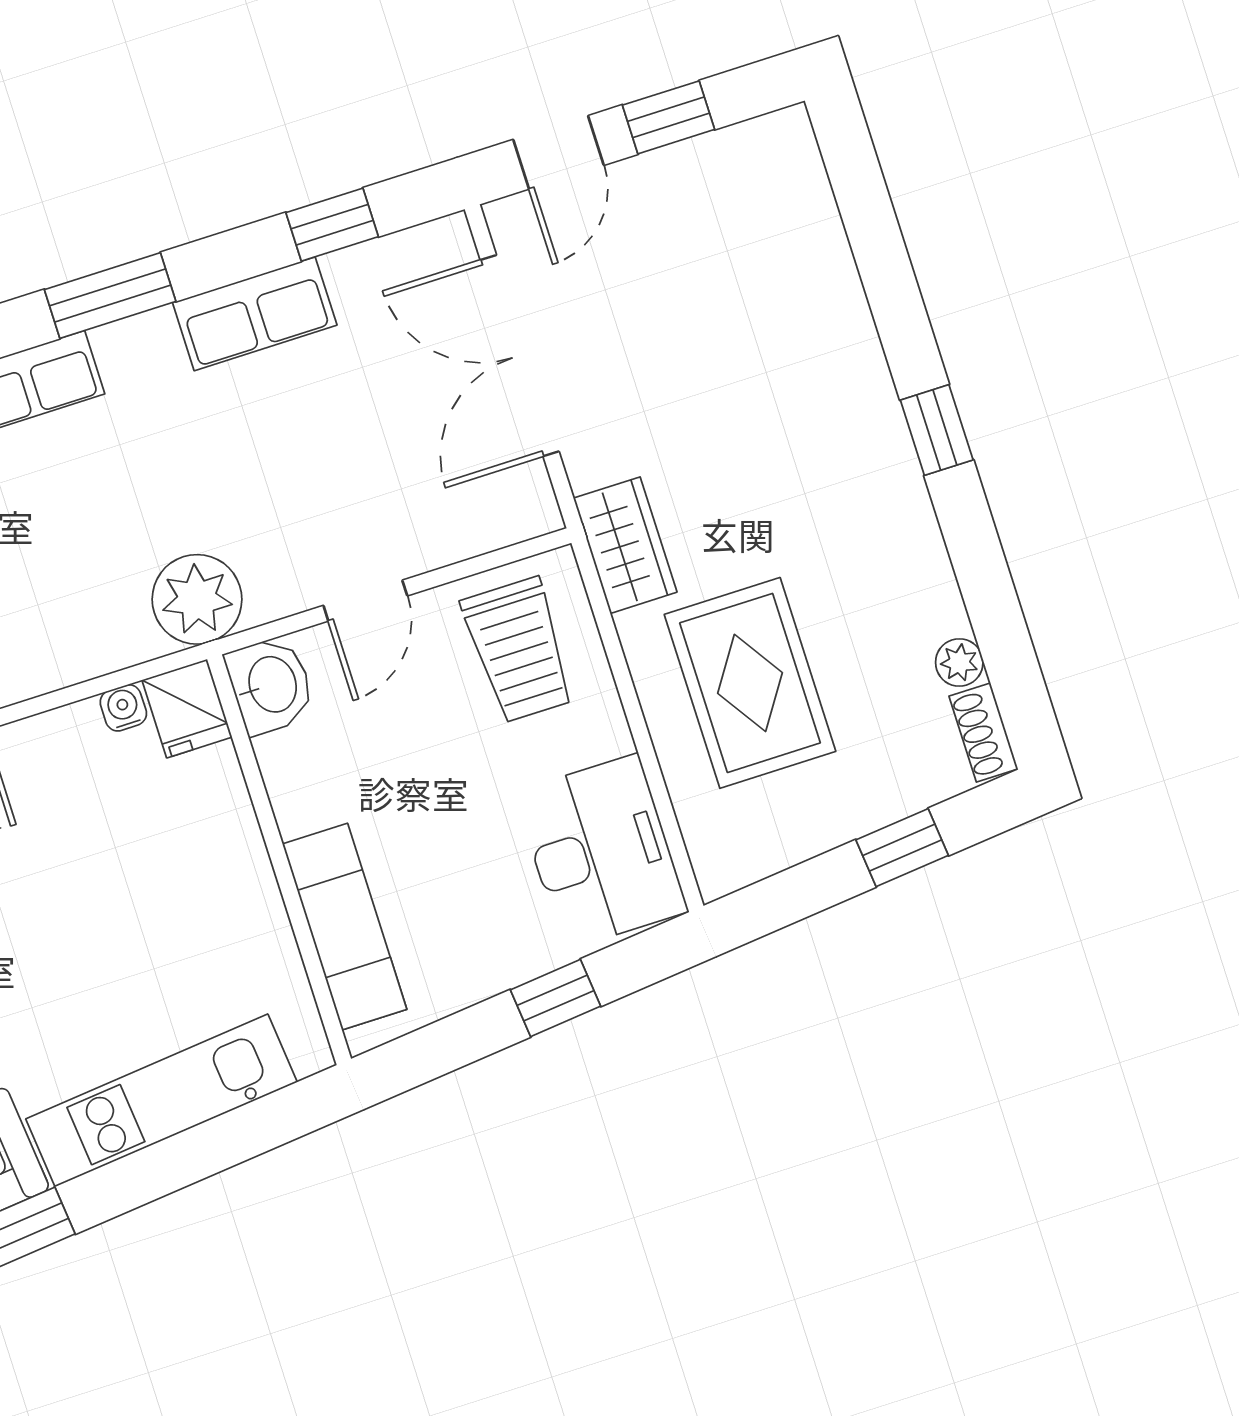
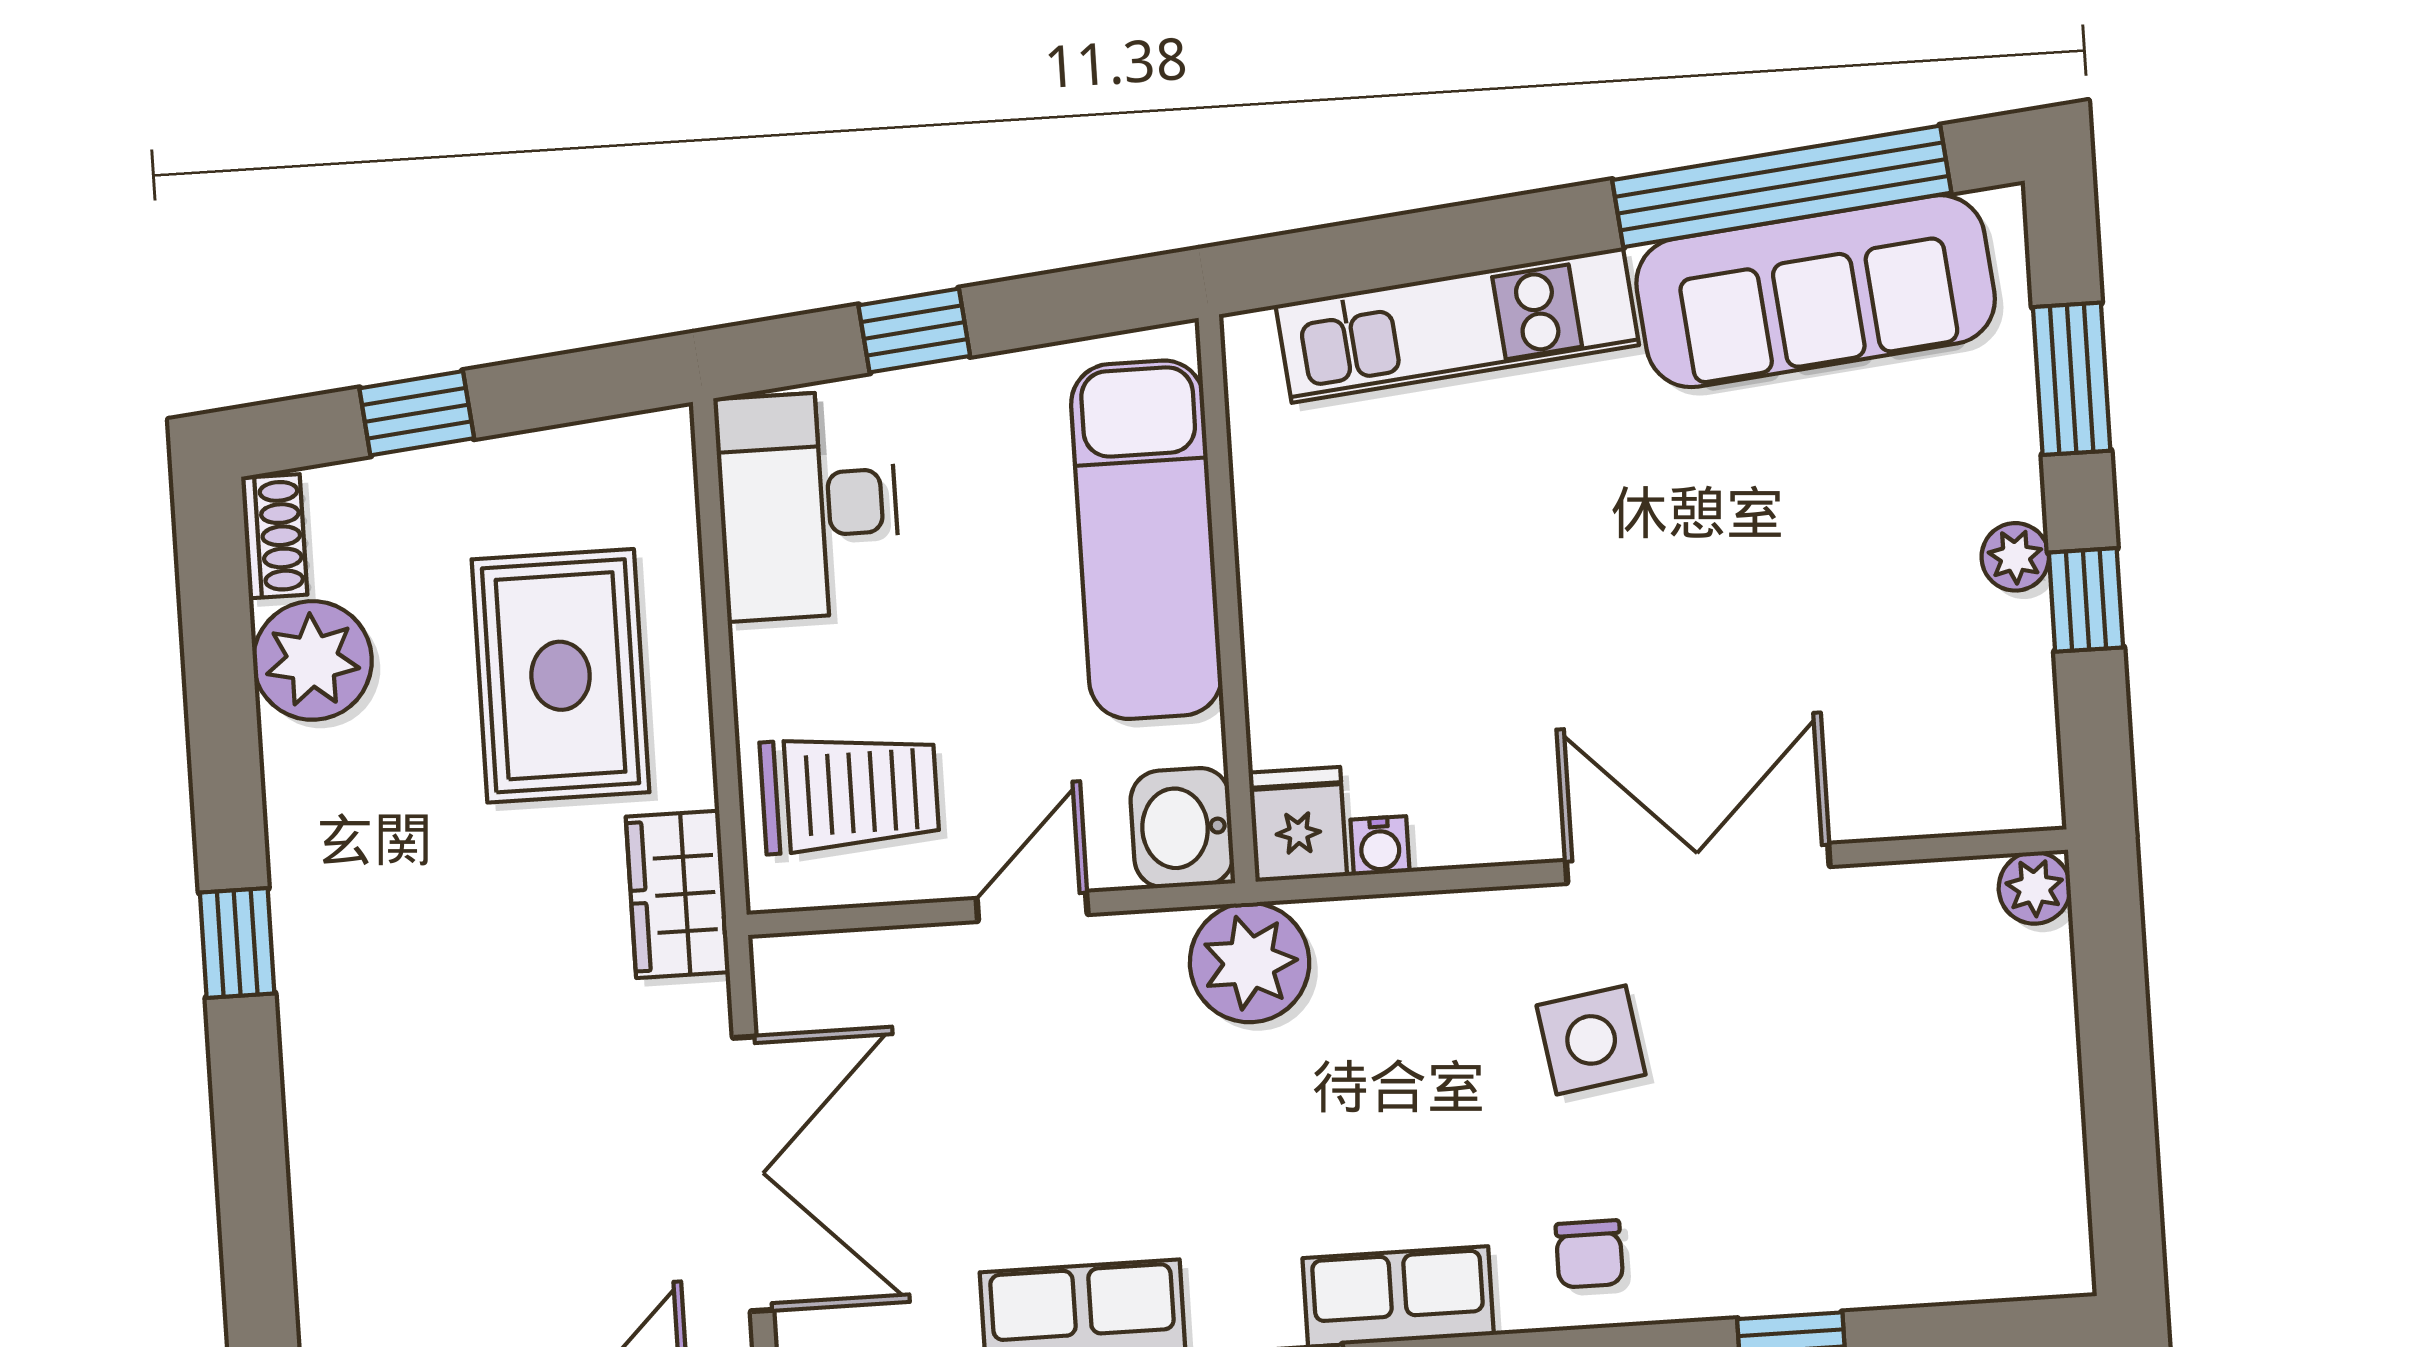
trolley: (519, 650) -> (850, 793), turned 90
plant: (959, 663) -> (312, 660), width x1.88, depth x1.88
exam couch: (345, 927) -> (1146, 540), width x1.36, depth x1.45

